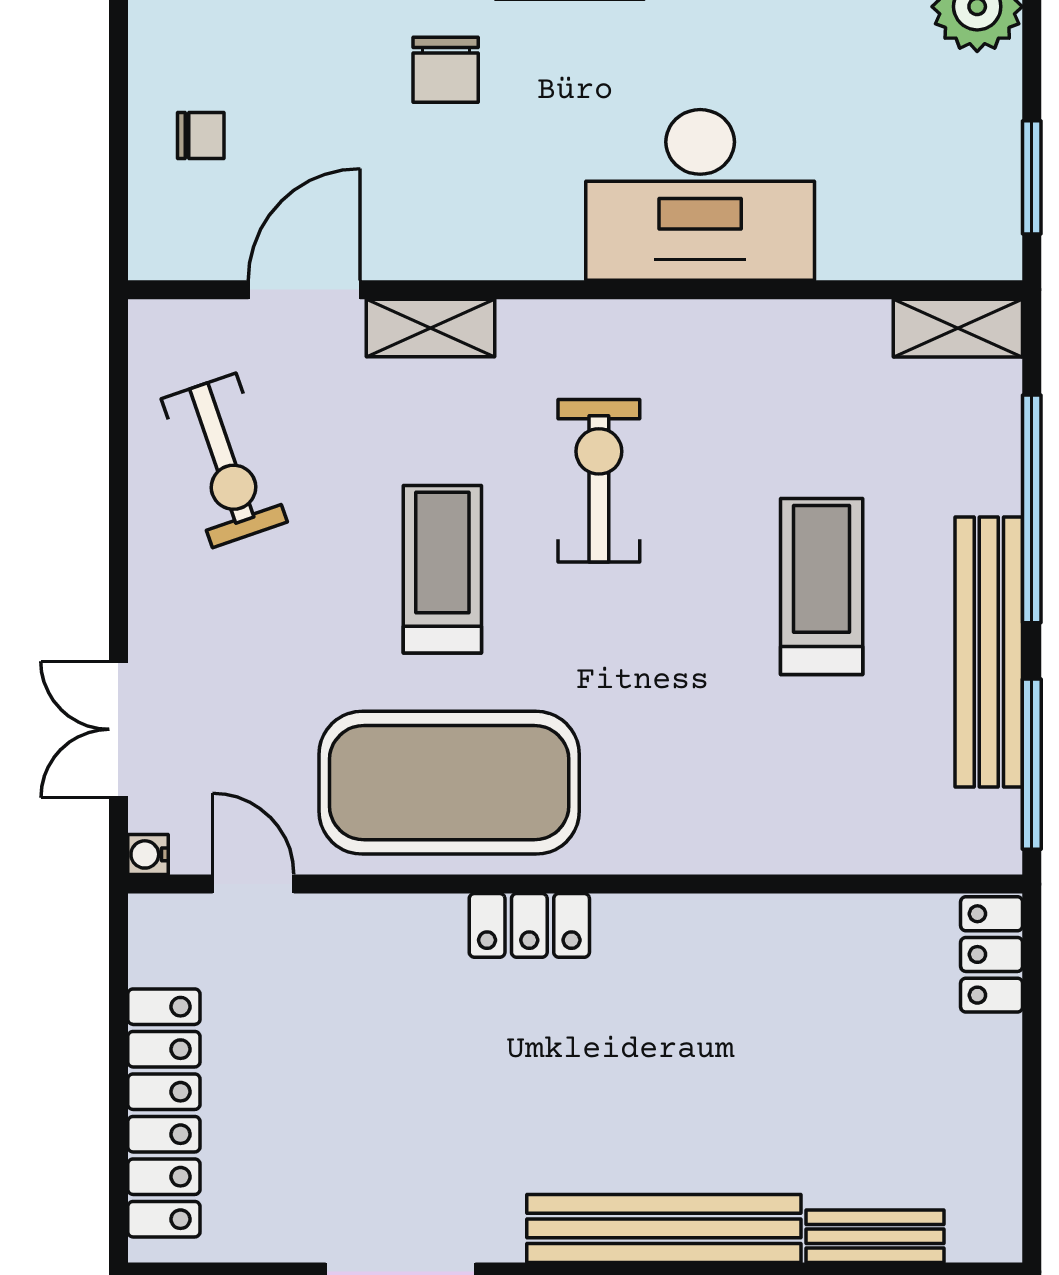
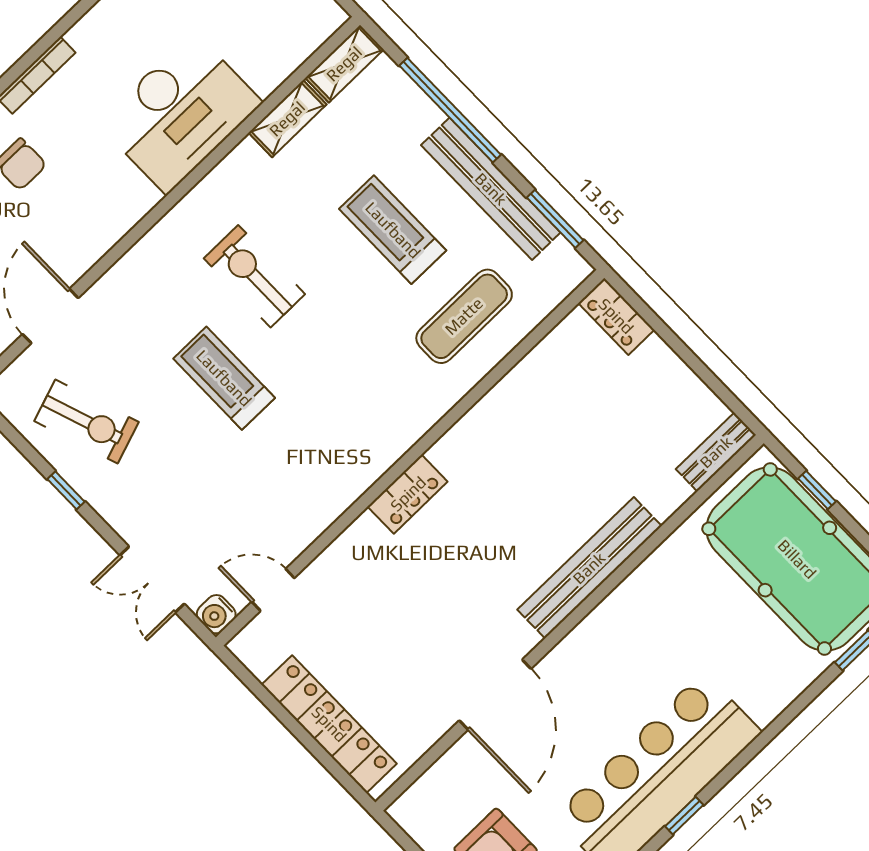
shelving: (431, 328) -> (287, 119), moved
window: (118, 520) -> (66, 490), added
window: (1032, 764) -> (555, 219), width x0.69
exercise mat: (449, 783) -> (464, 316), moved, width x0.50, depth x0.69
water cooler: (148, 854) -> (216, 614), width x1.38, depth x1.38
bench: (875, 1236) -> (716, 452), moved

